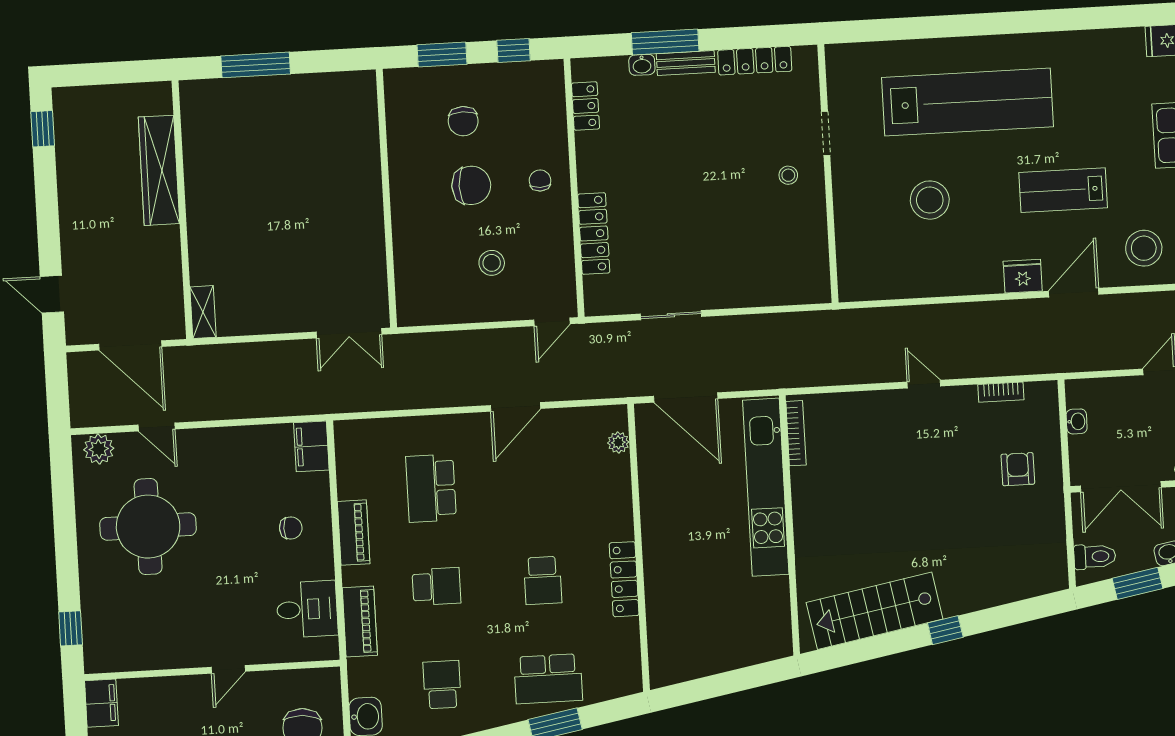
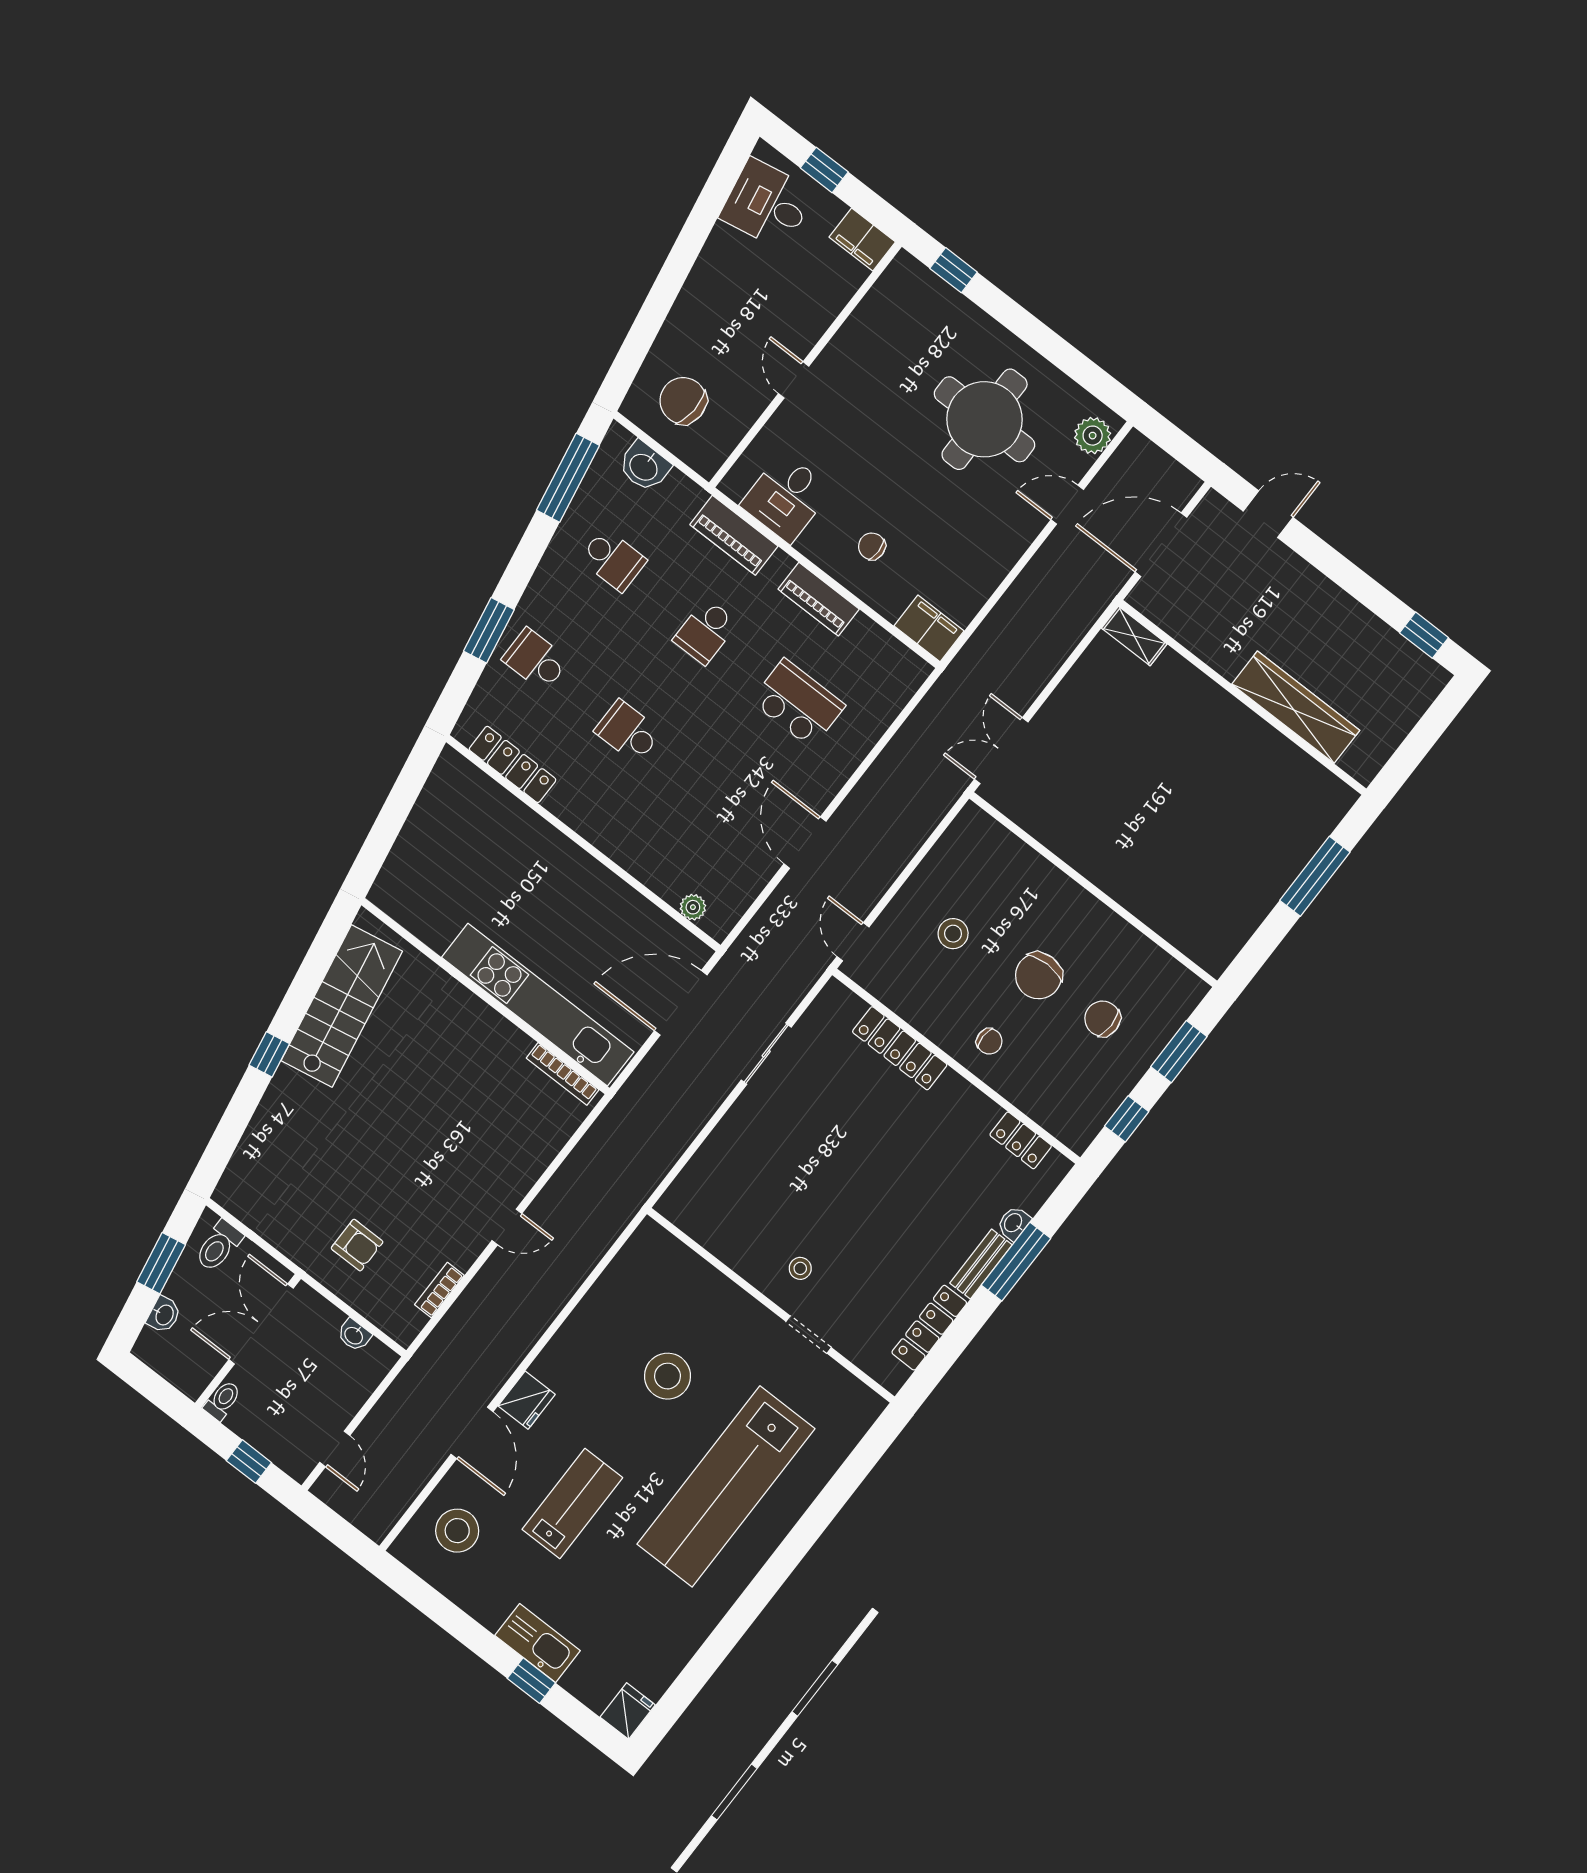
chair: (291, 528) -> (872, 546), turned 89
locker: (624, 579) -> (513, 764), moved
school desk: (548, 679) -> (535, 660), width x0.54

